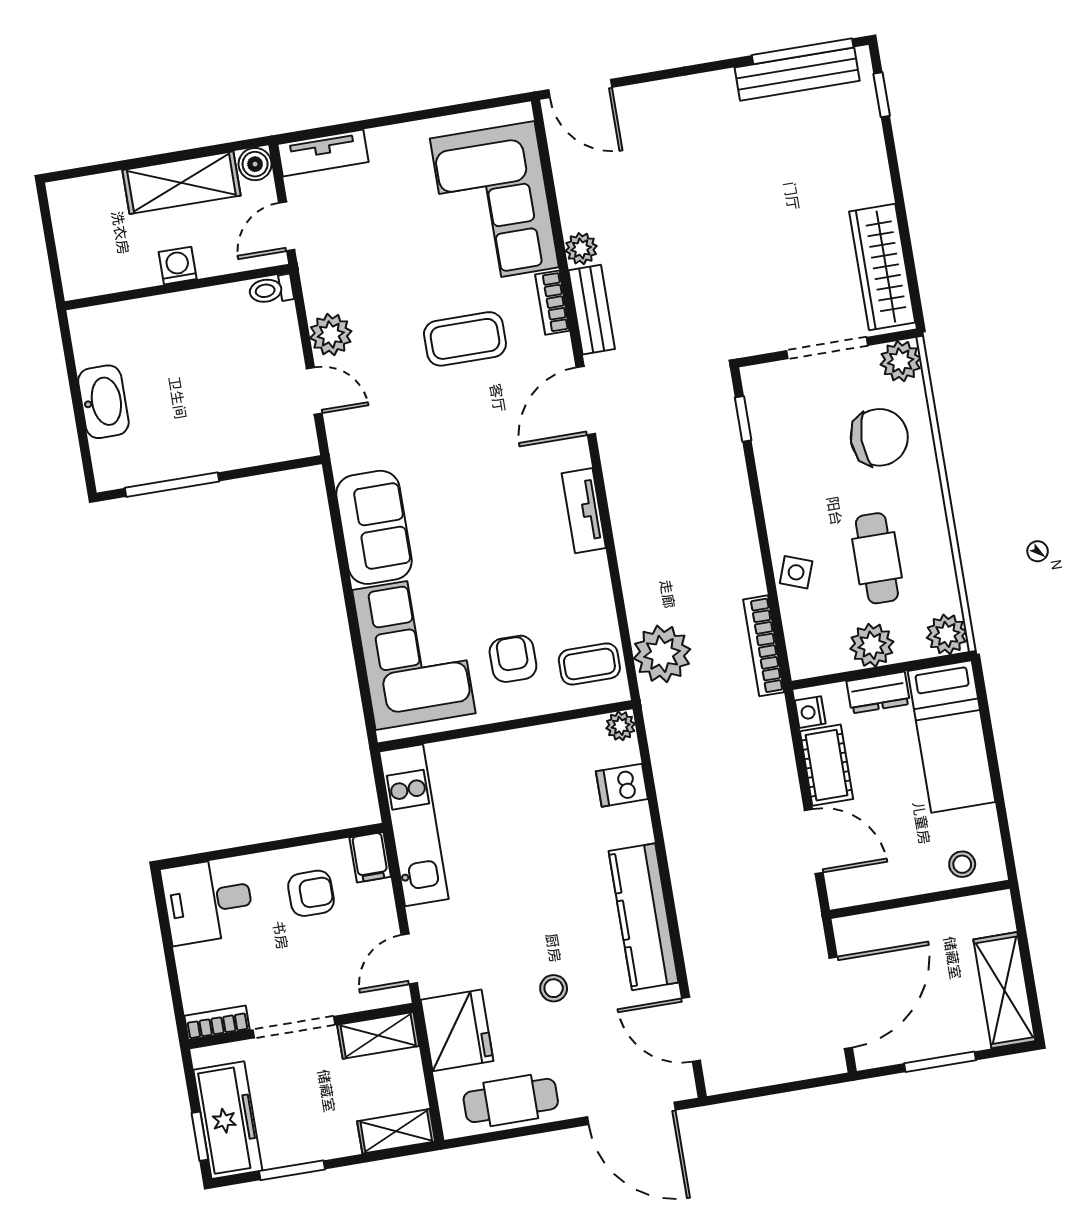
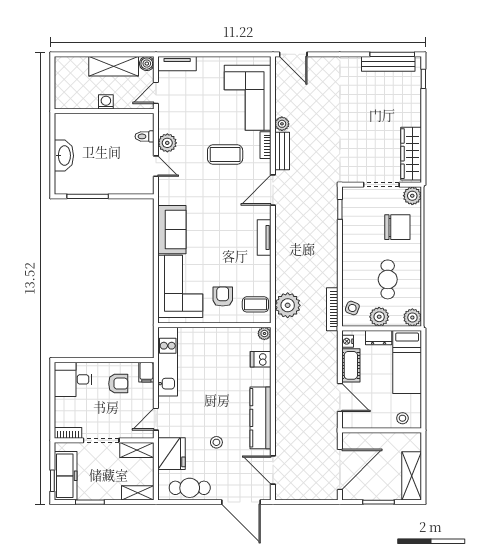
toilet: (271, 290) -> (145, 136), moved
side table: (796, 572) -> (352, 308), moved

